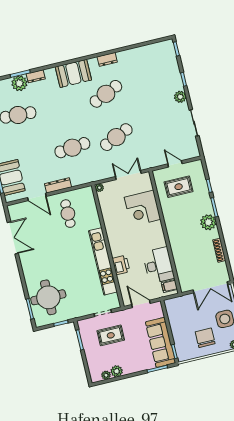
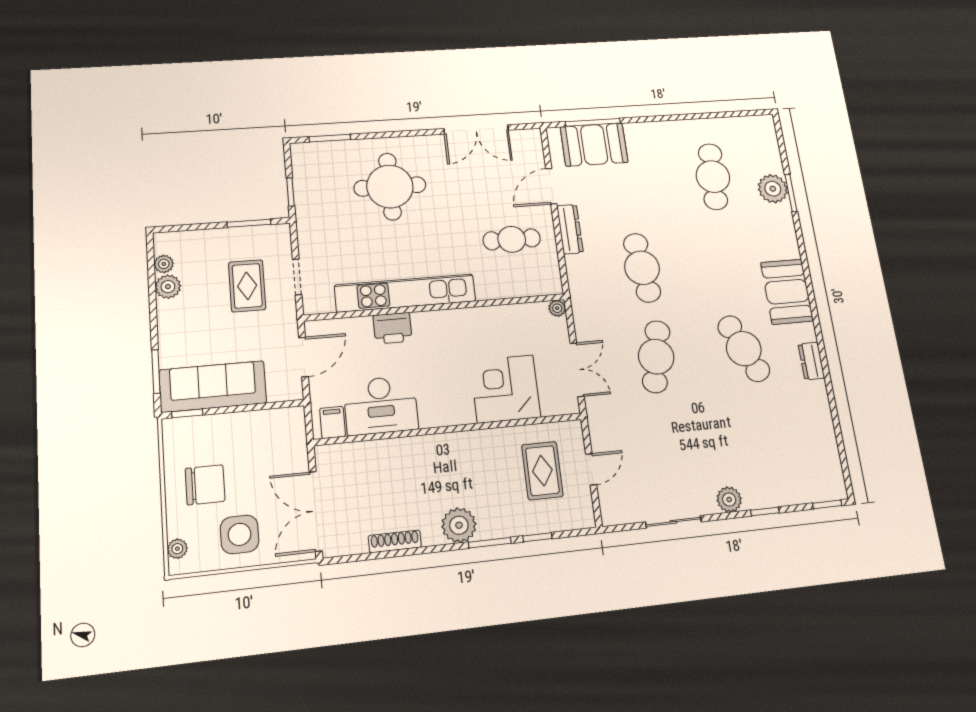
dresser: (36, 76) -> (785, 220), removed
cafe table: (116, 137) -> (656, 357), turned 36
round table: (48, 297) -> (390, 187), moved

